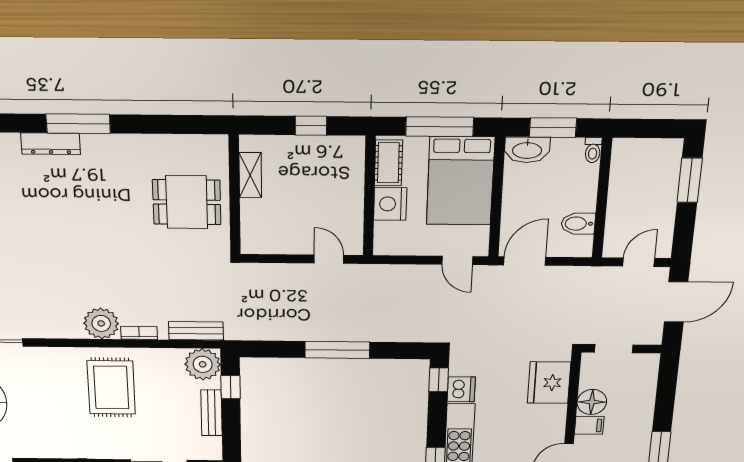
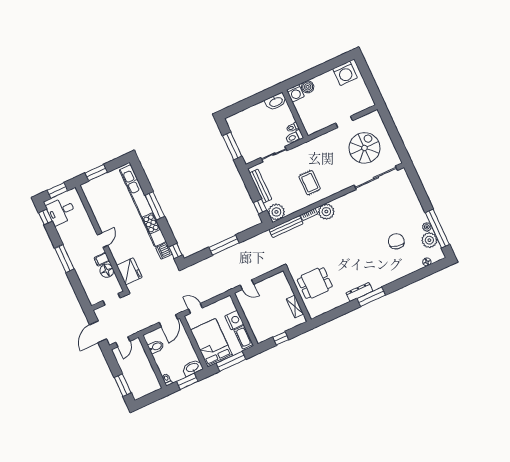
dresser: (51, 144) -> (359, 292), moved
bench: (196, 331) -> (286, 227), width x1.36
rug: (111, 387) -> (310, 183), width x0.73, depth x0.70
bench: (212, 413) -> (261, 186), width x1.36

